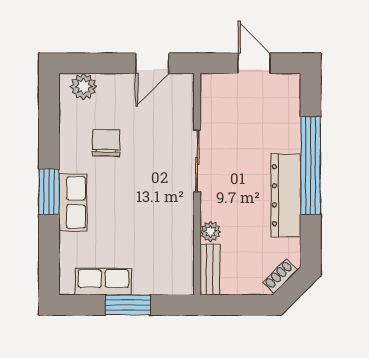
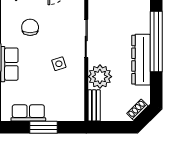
side table: (153, 202) -> (59, 64), added
plant: (210, 232) -> (100, 77), width x1.88, depth x1.88

